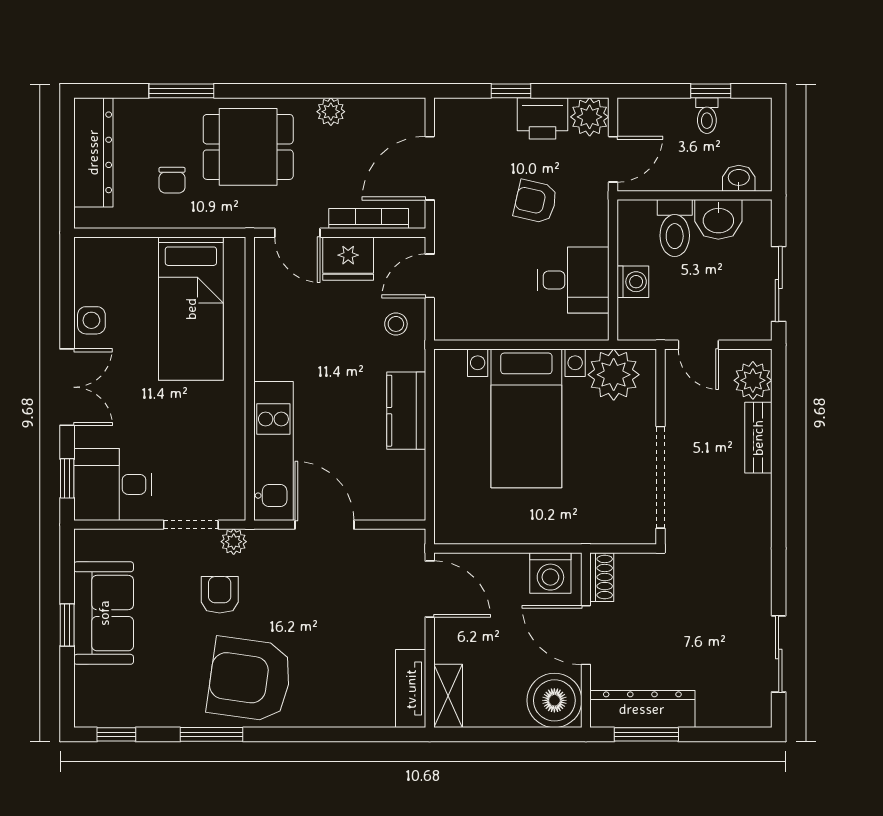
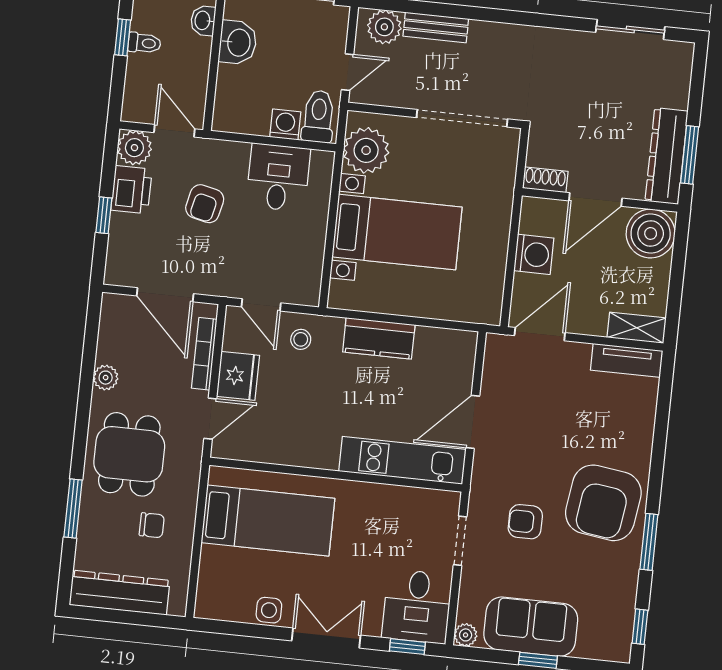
toilet: (675, 228) -> (318, 116), moved, turned -90
plant: (234, 542) -> (466, 635), moved
washing machine: (550, 573) -> (534, 254), moved

